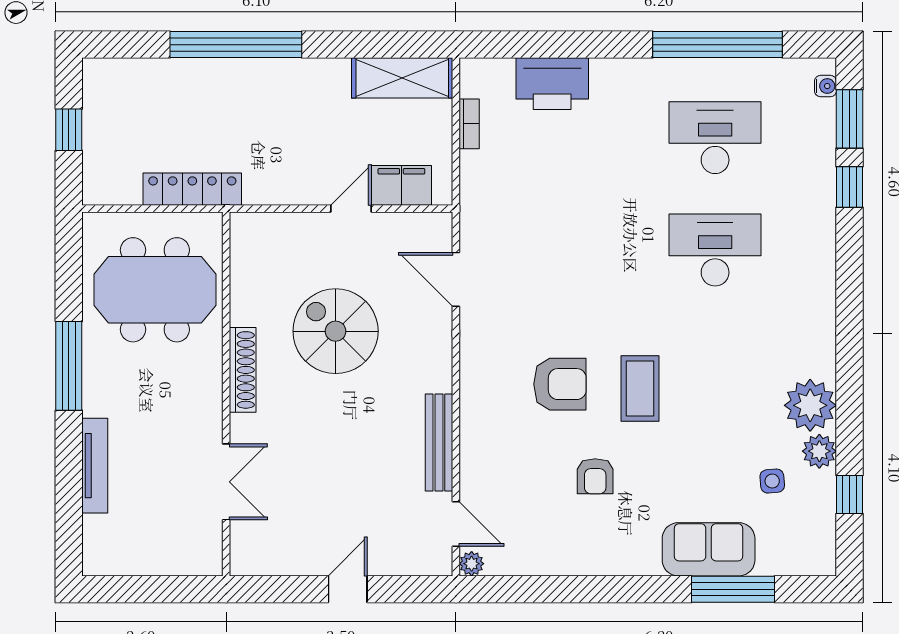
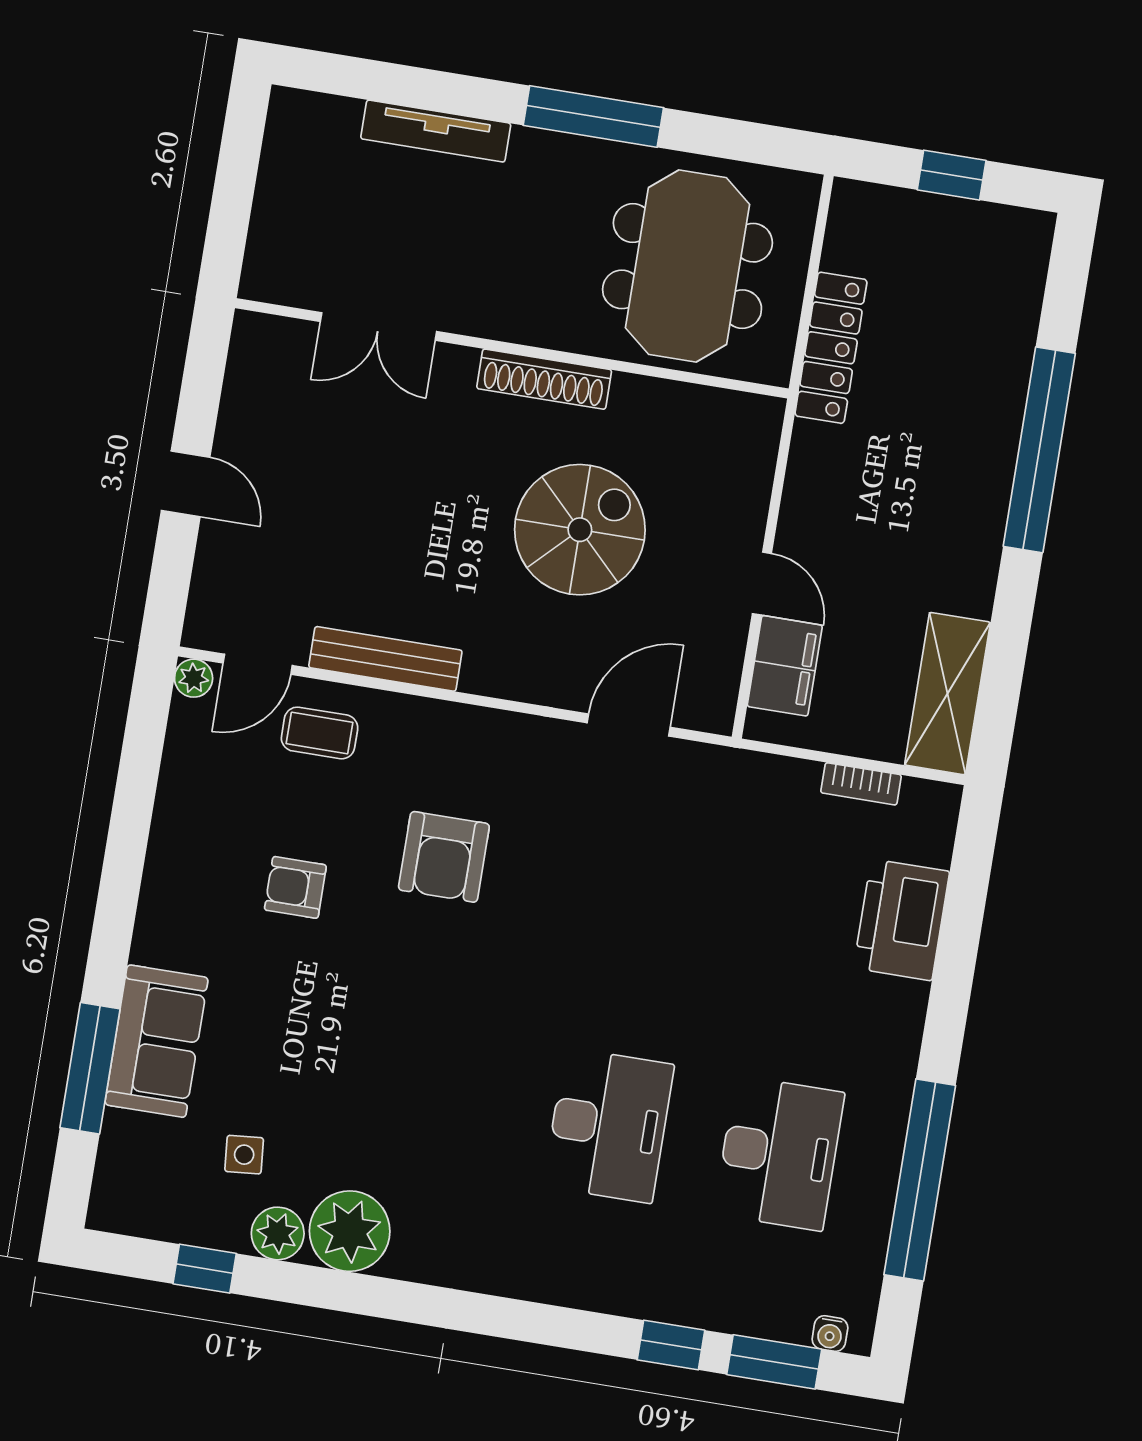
coffee table: (640, 388) -> (320, 733), moved, width x0.73, depth x0.77

